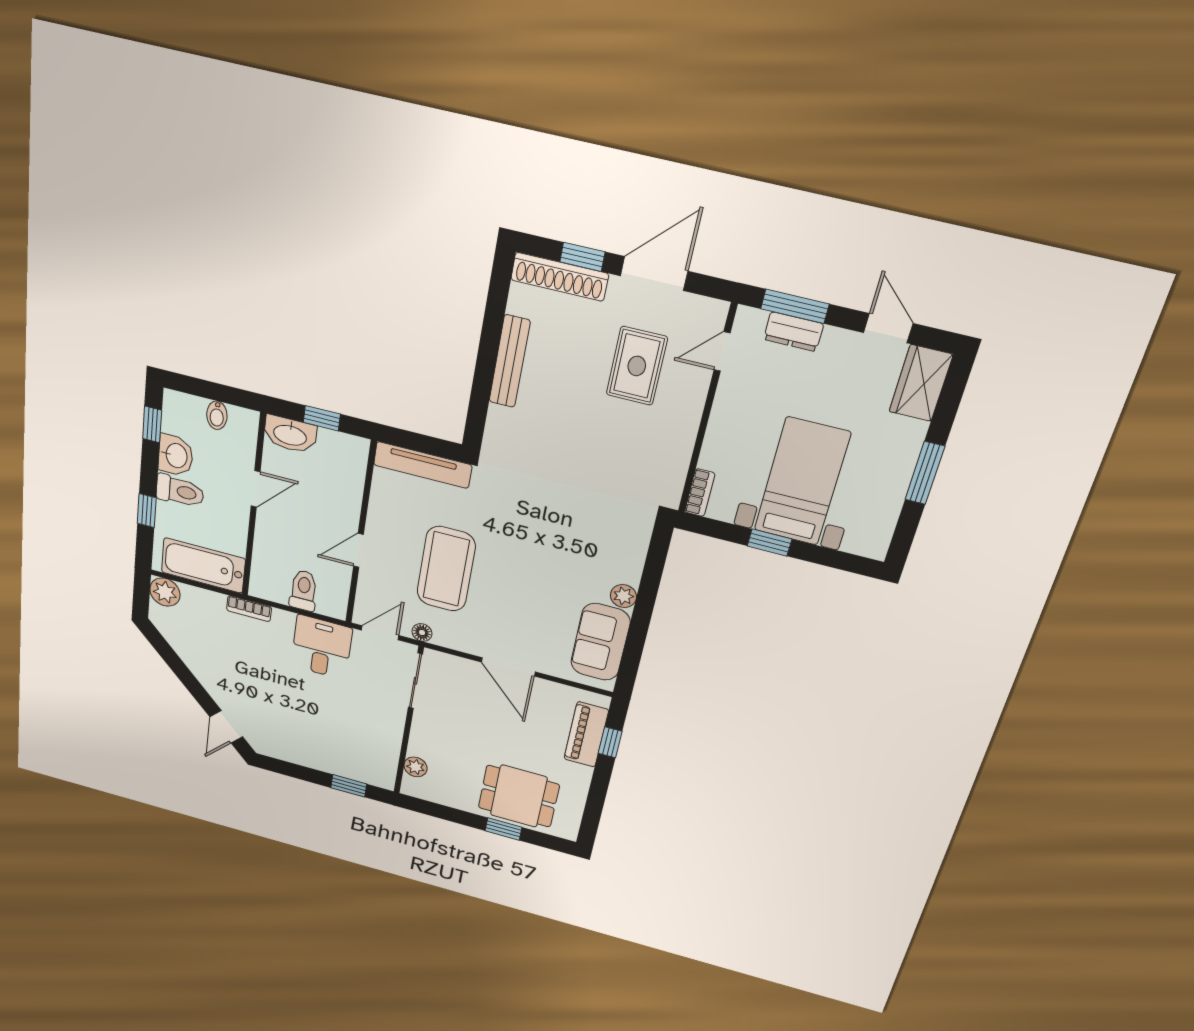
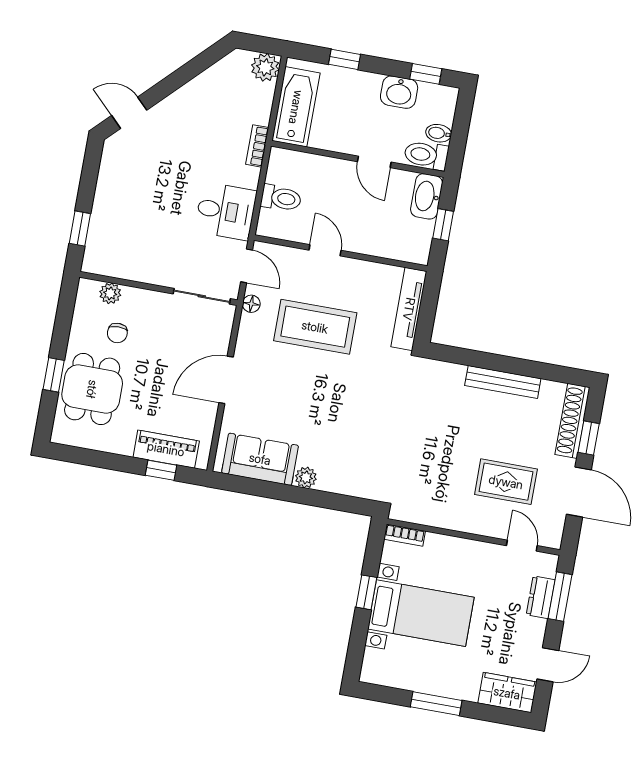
toilet: (180, 491) -> (426, 155), moved, turned 90
chair: (458, 765) -> (117, 333), added

